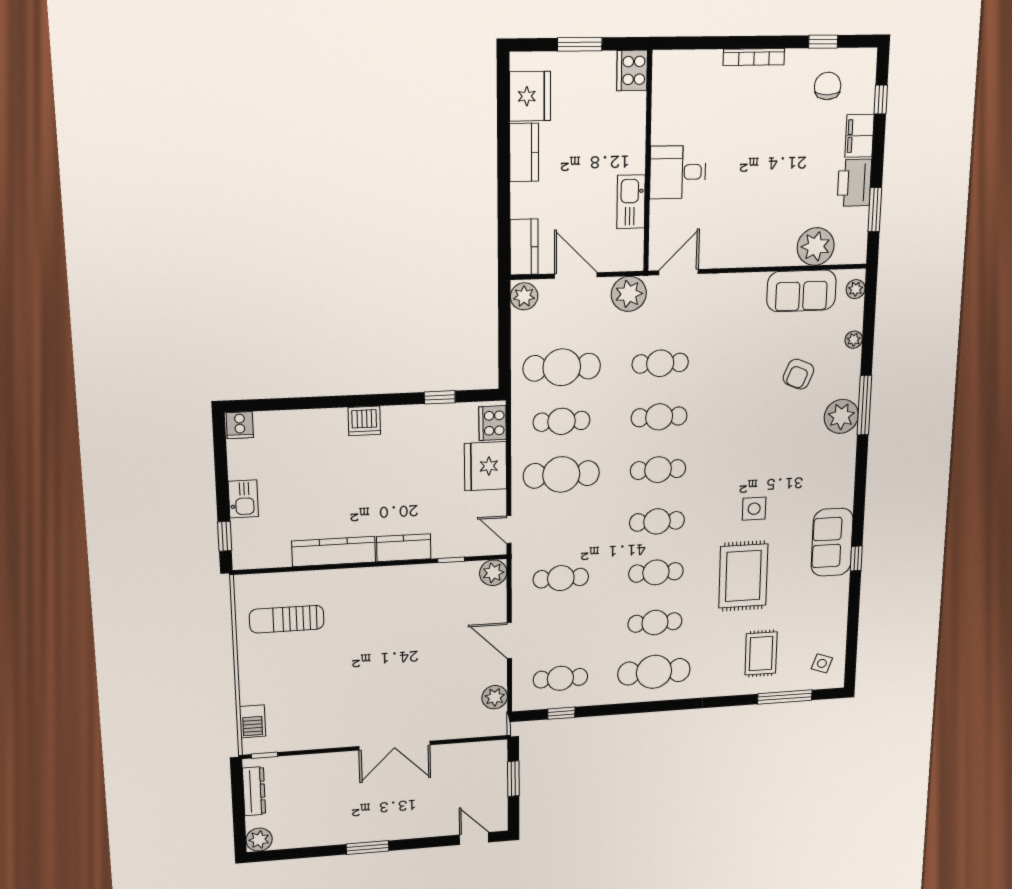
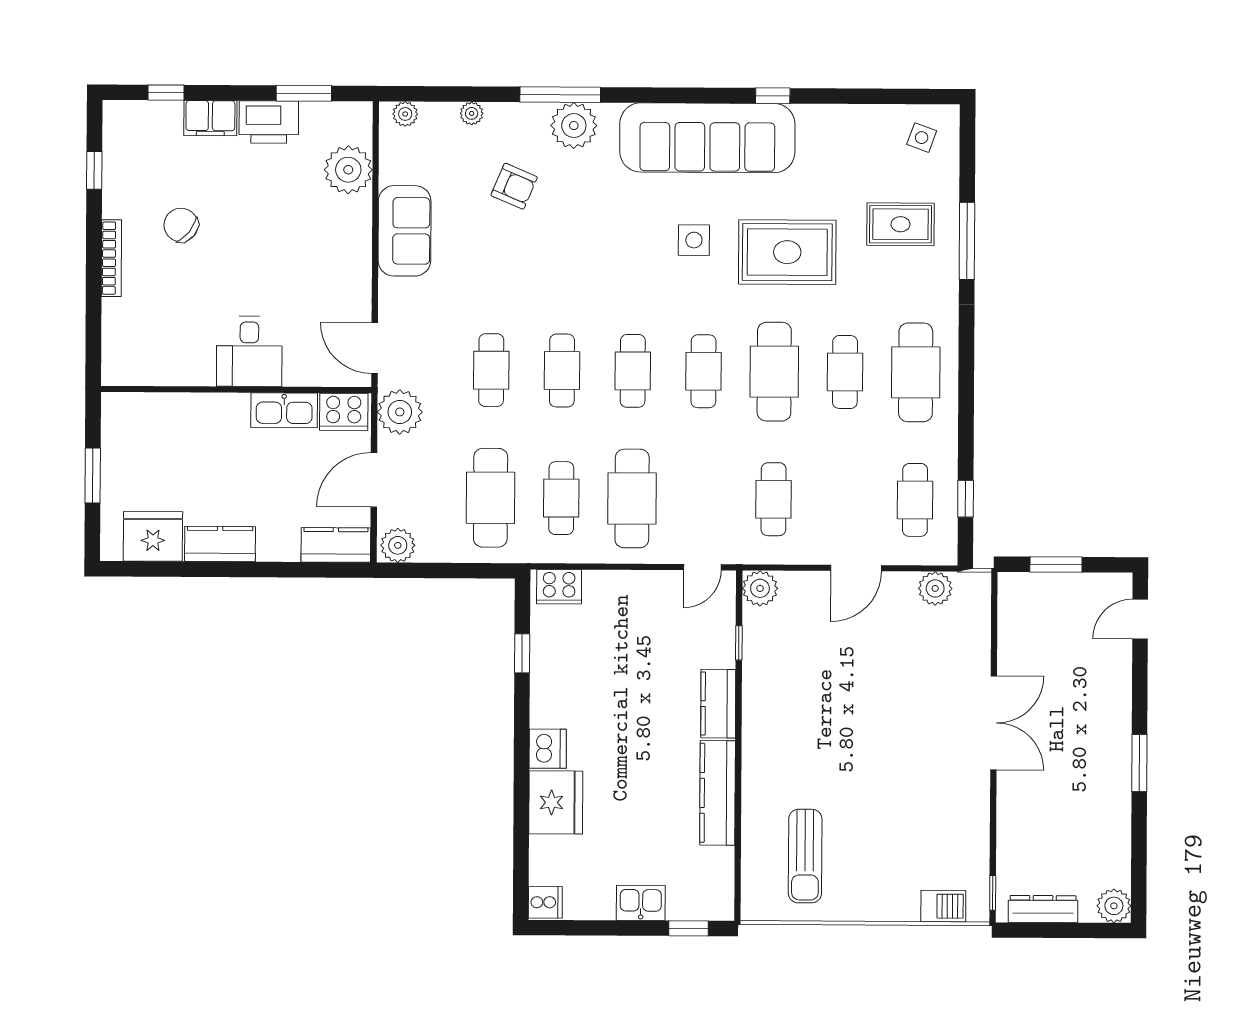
cooker: (632, 70) -> (344, 412), moved
chair: (828, 86) -> (181, 225), moved, turned 39
sofa: (801, 291) -> (404, 231), moved
fridge: (486, 466) -> (556, 802), moved, turned -90
sofa: (832, 542) -> (707, 138), width x1.85, depth x1.27
cafe table: (656, 572) -> (774, 372), width x1.37, depth x1.35
window: (785, 697) -> (967, 241), moved

